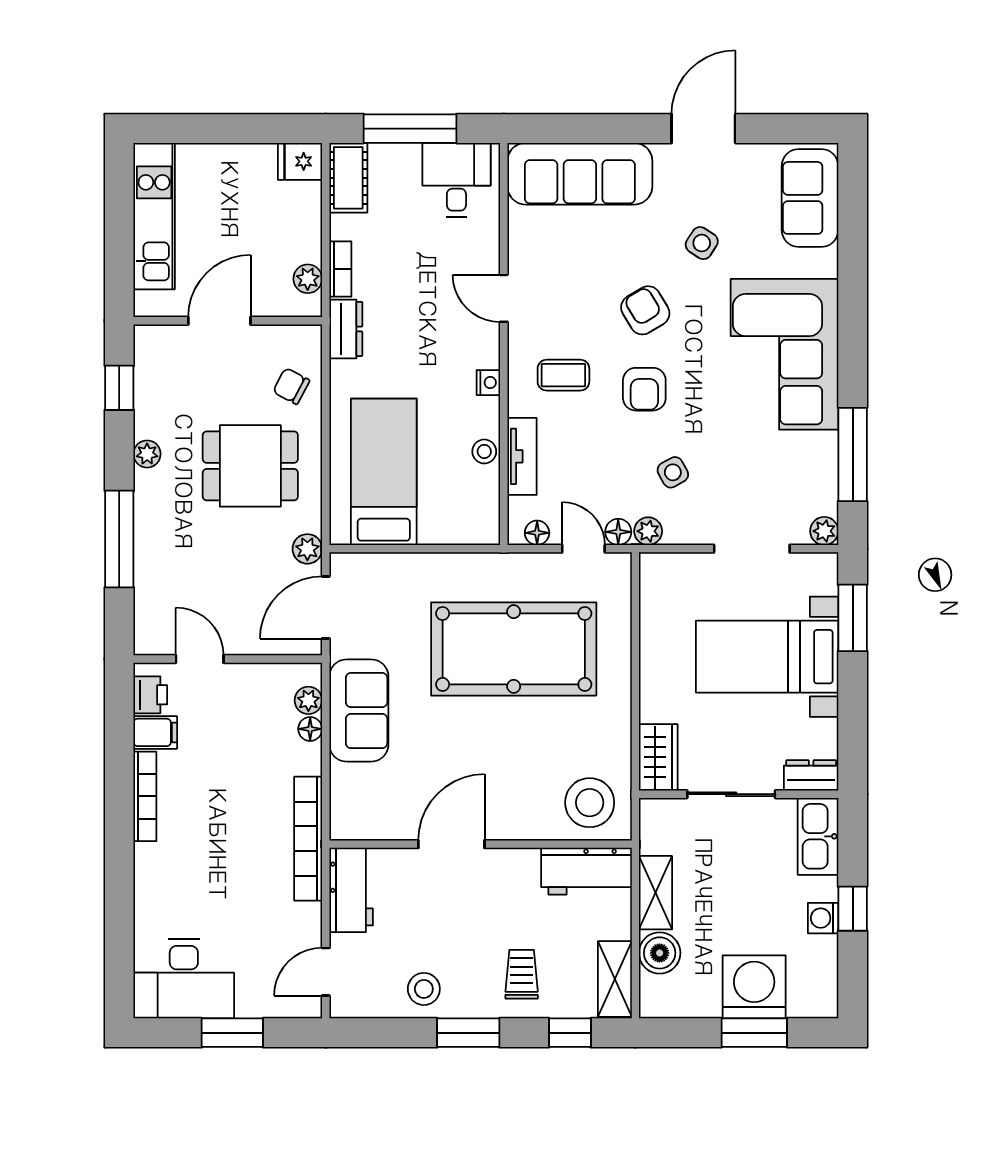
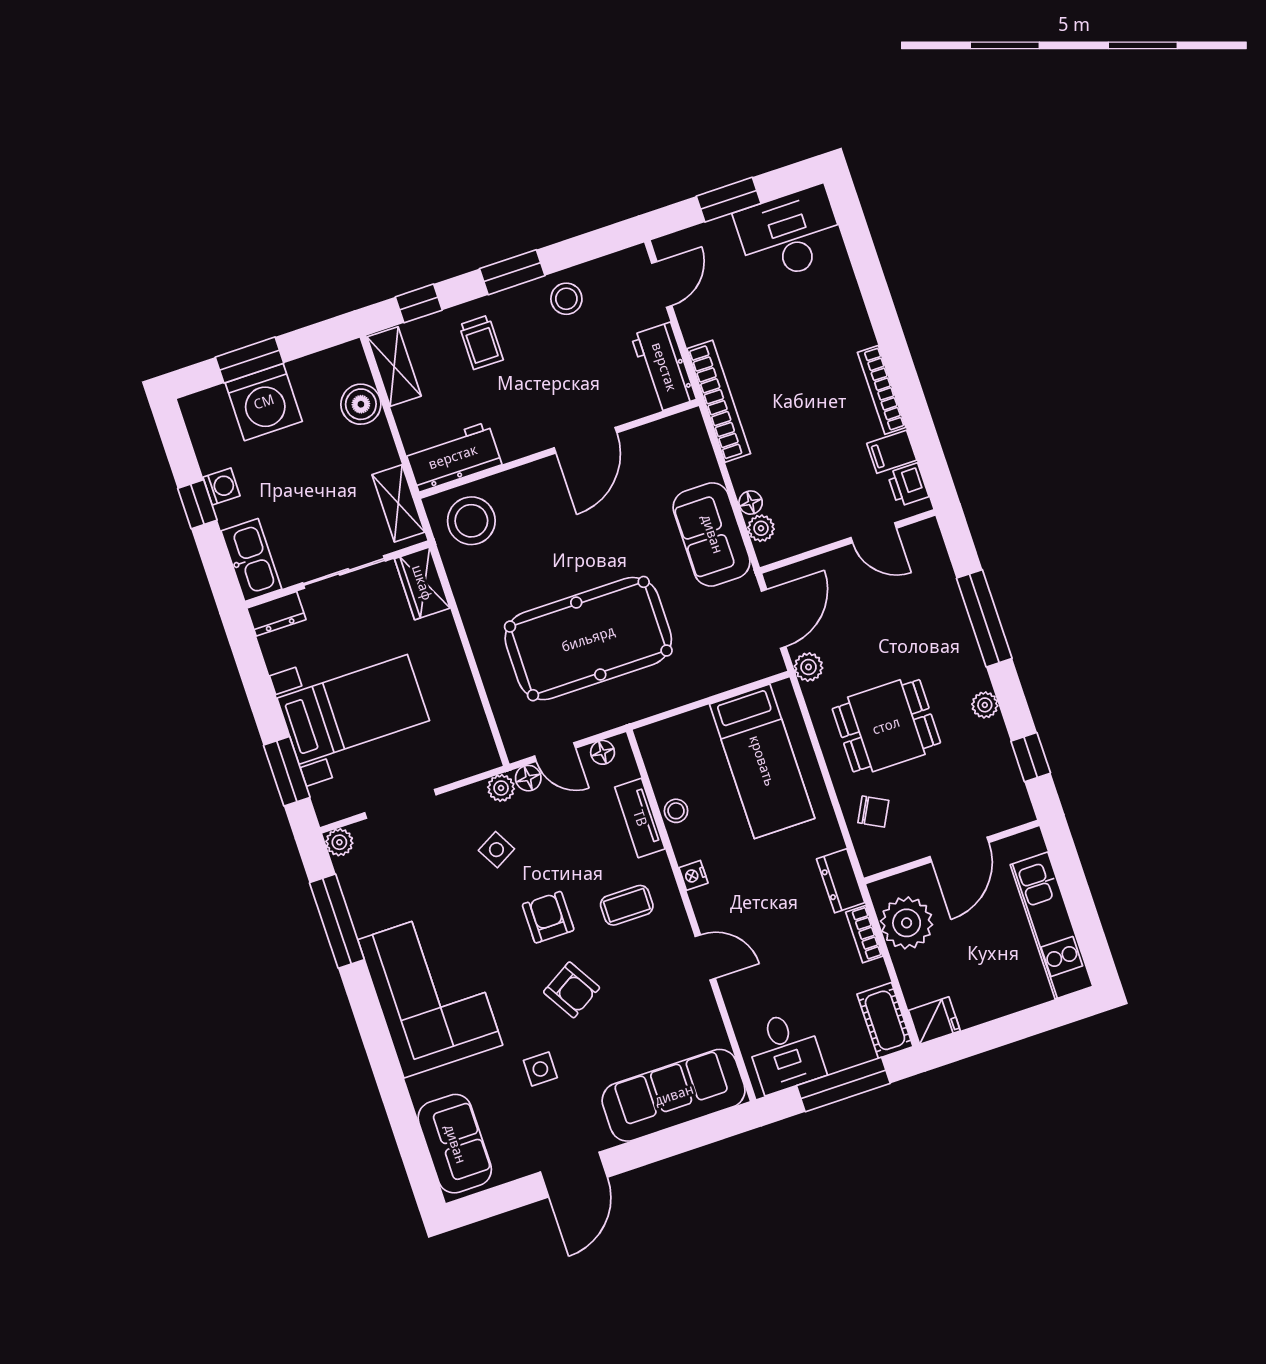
side table: (702, 243) -> (540, 1069), turned -33
plant: (308, 279) -> (907, 923), width x1.88, depth x1.88
shelving: (655, 893) -> (398, 503), moved

